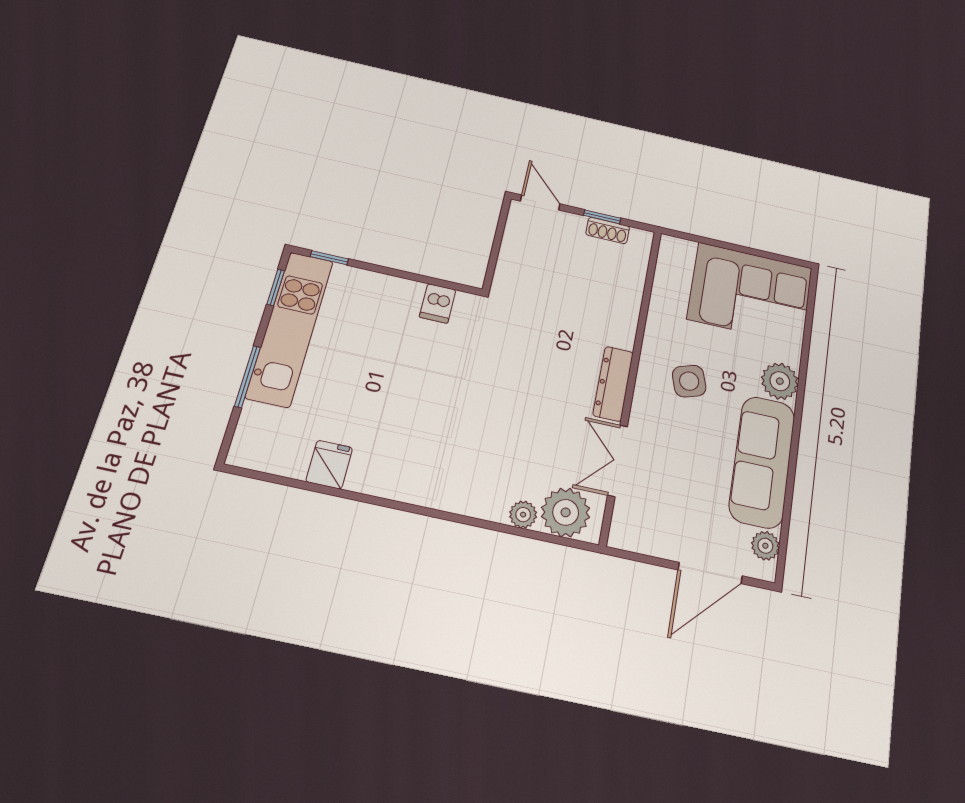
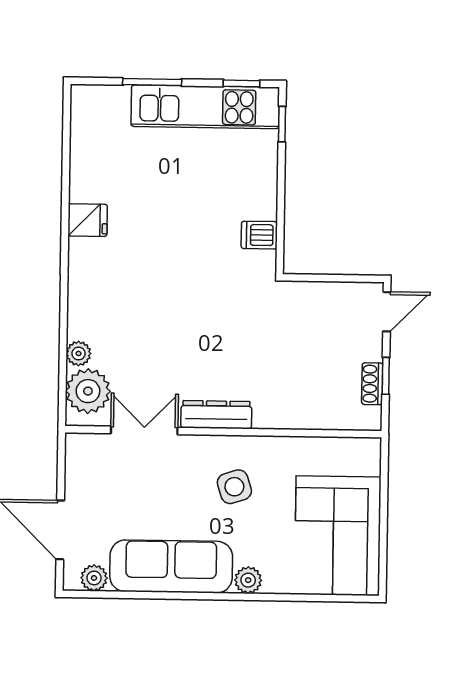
plant: (780, 381) -> (248, 580), width x0.73, depth x0.73
fridge: (329, 465) -> (88, 220), moved

